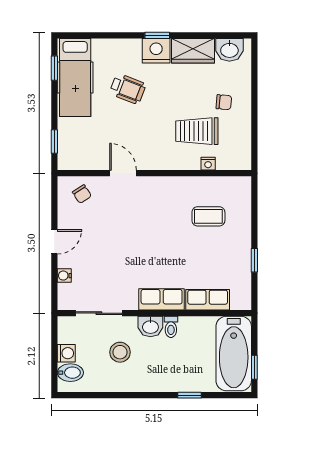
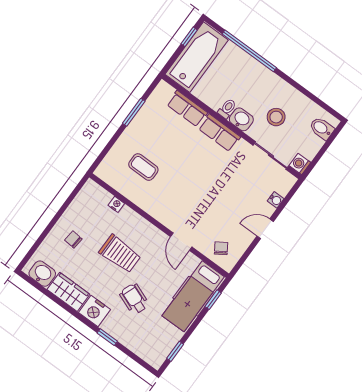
window: (157, 35) -> (107, 337), moved
hospital bed: (75, 77) -> (193, 296), moved, turned 180
trolley: (197, 131) -> (120, 254), moved
window: (254, 260) -> (134, 112), width x1.50
washing machine: (66, 353) -> (300, 164), moved
window: (190, 395) -> (249, 51), width x3.17

